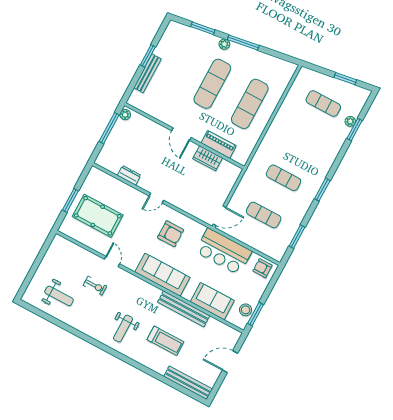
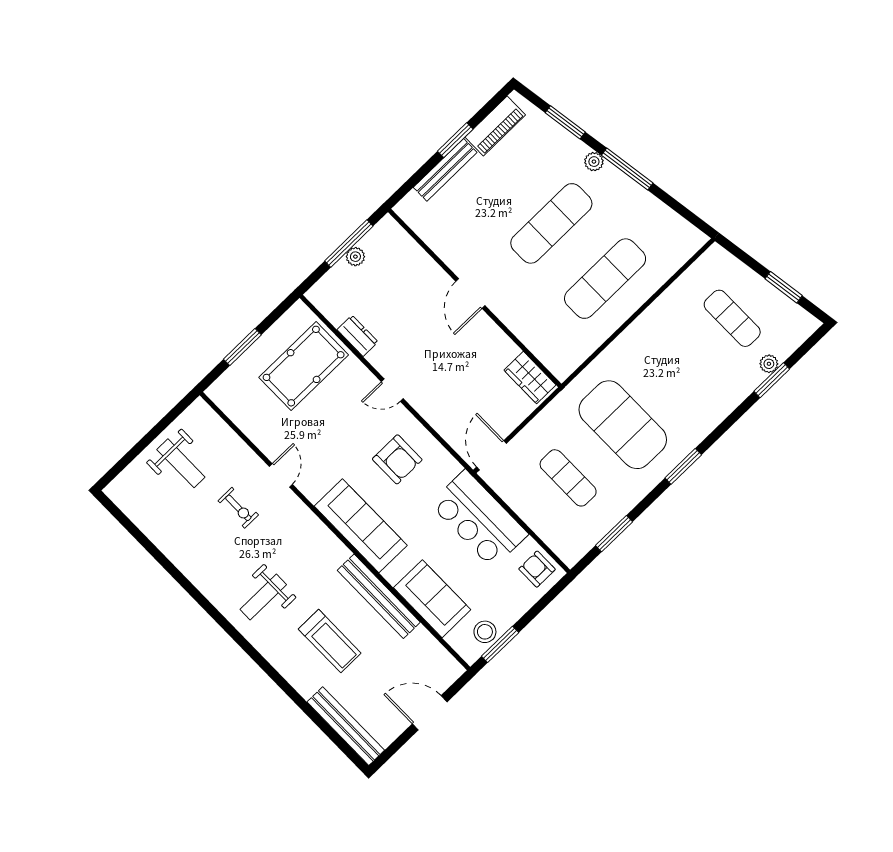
plant: (125, 115) -> (355, 257), moved
piano: (219, 144) -> (495, 126), moved, turned 90
wardrobe: (208, 158) -> (530, 378), moved
exercise mat: (284, 178) -> (623, 425), width x2.00, depth x1.45
pool table: (98, 216) -> (304, 366), moved, turned 90
door: (220, 216) -> (492, 455), swing flipped
weight bench: (59, 296) -> (181, 463), moved

